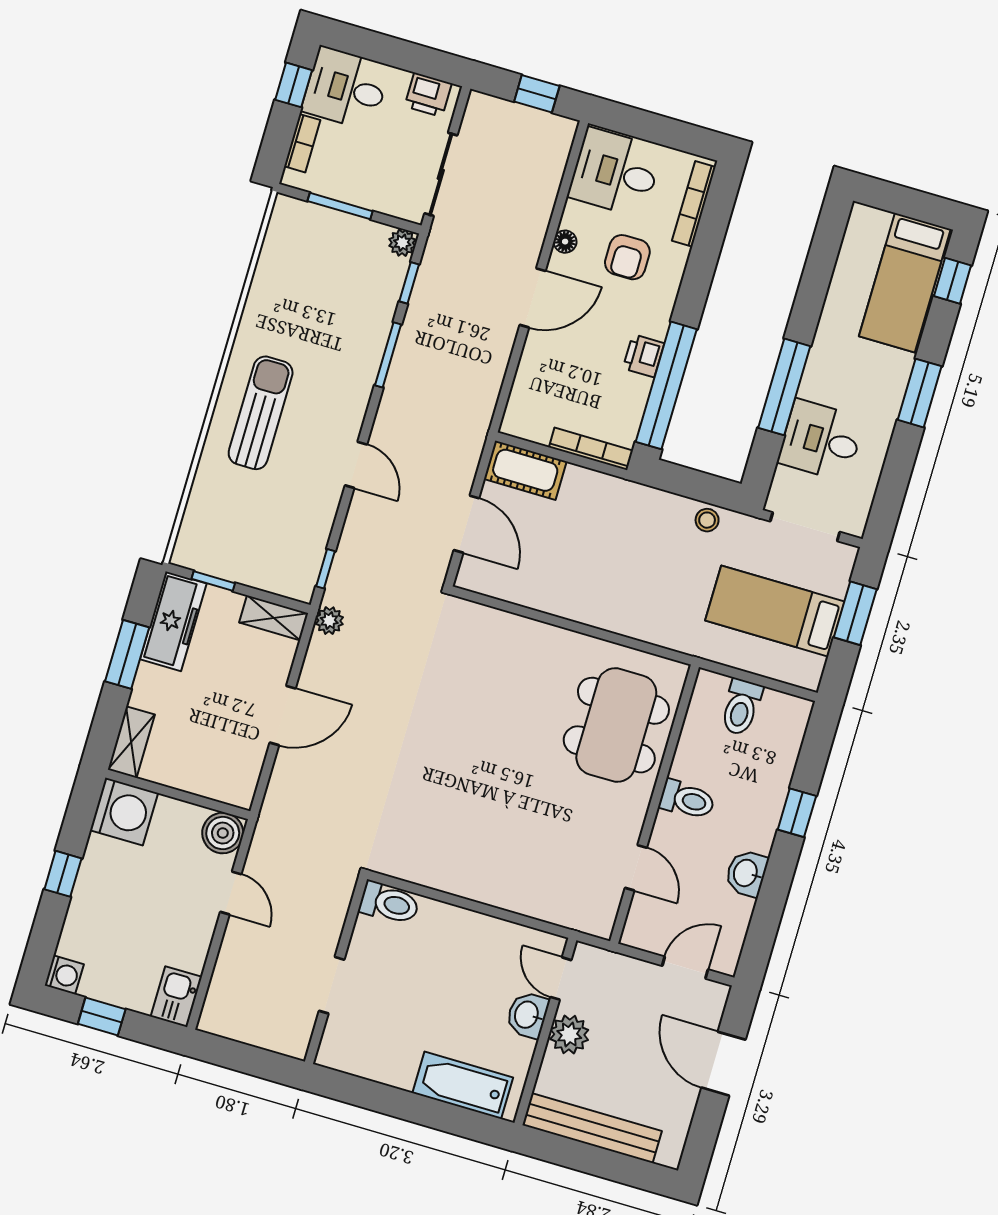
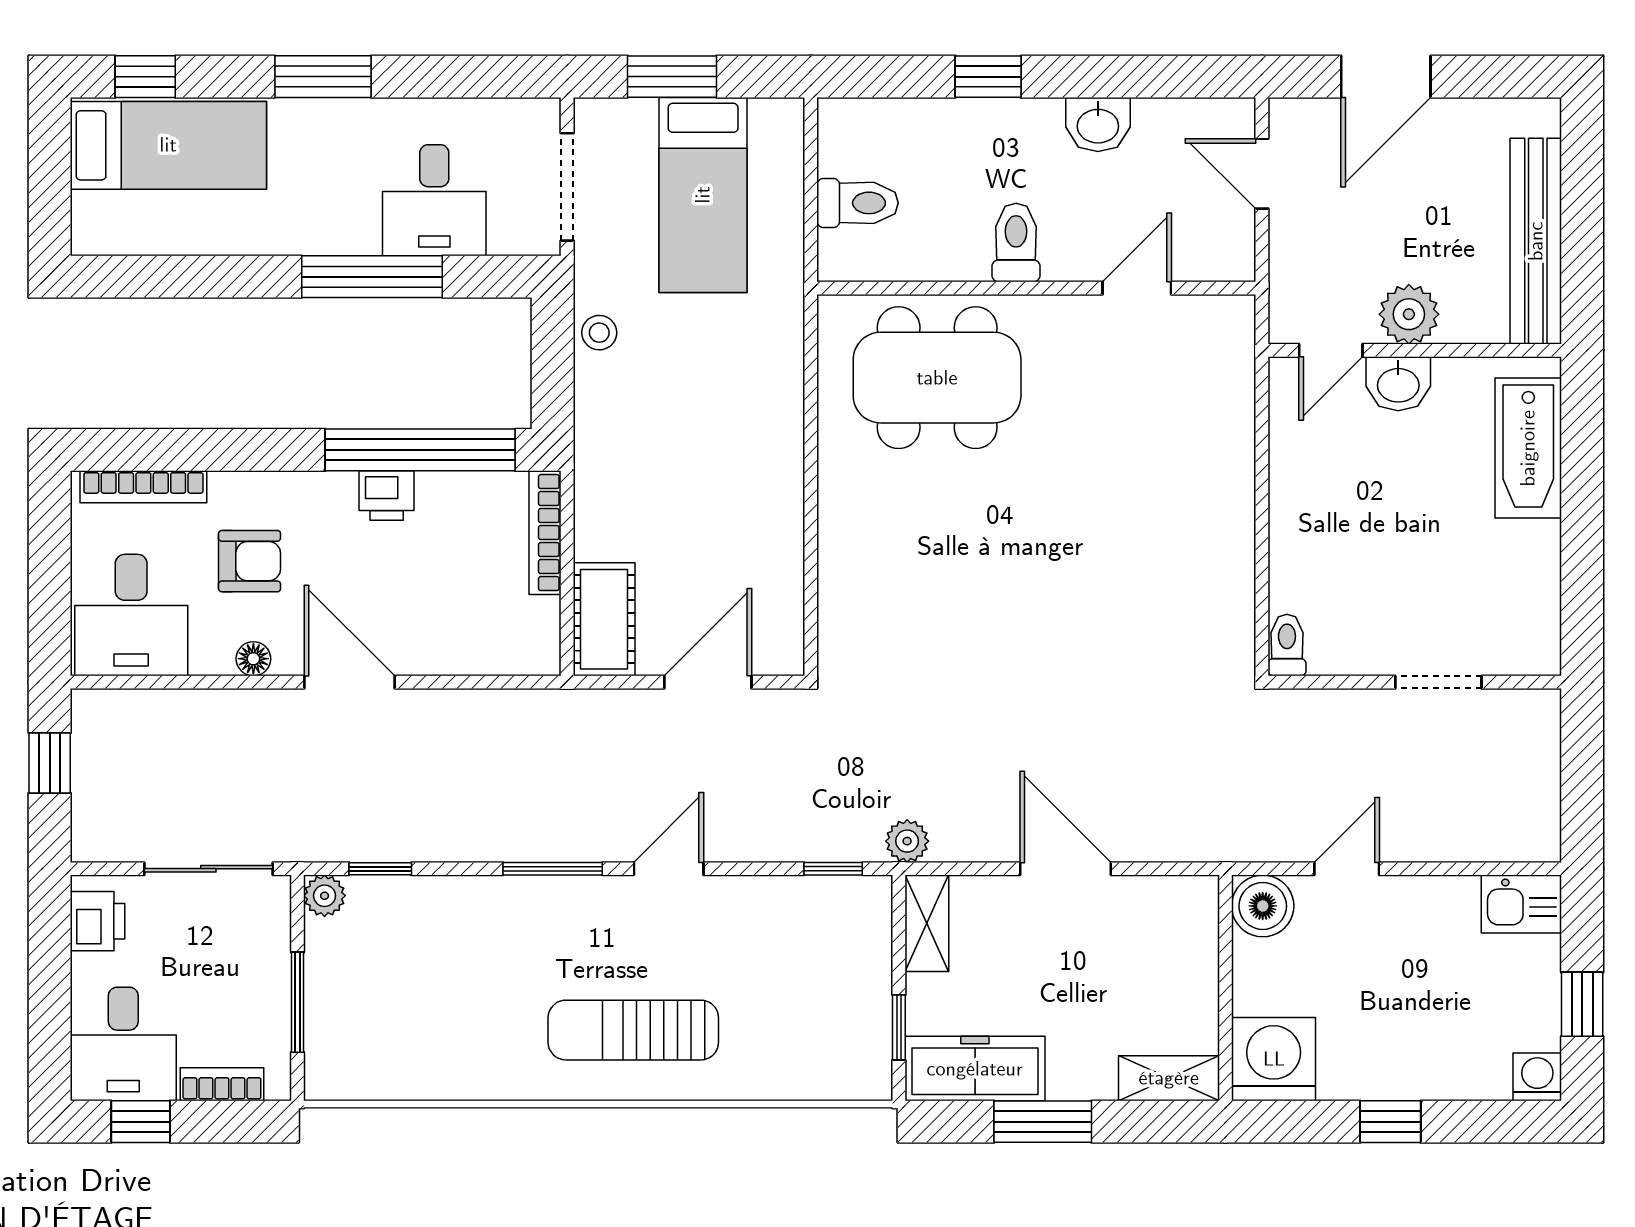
window: (388, 355) -> (553, 869), moved
toilet: (389, 903) -> (1287, 645), width x0.73, depth x0.72

